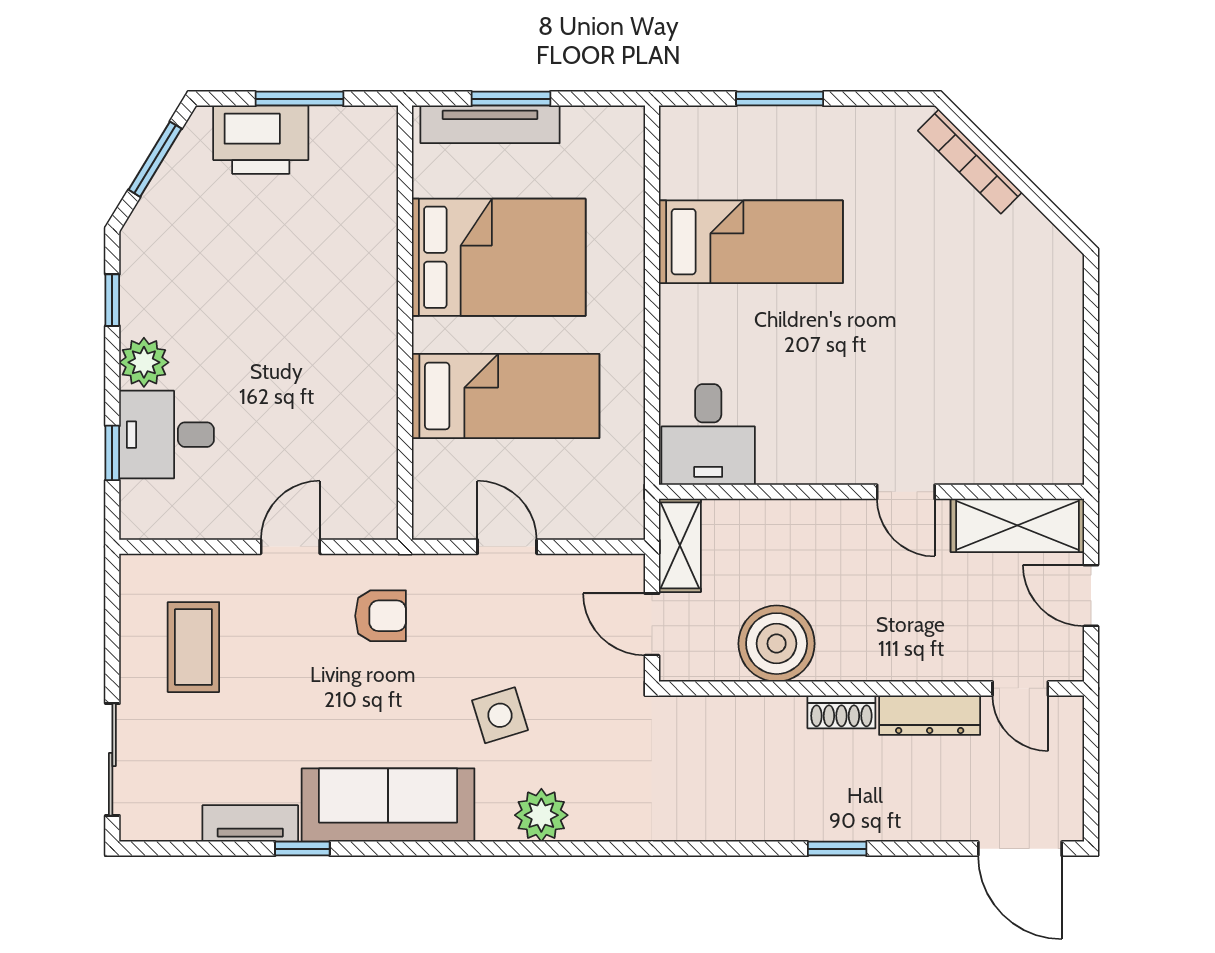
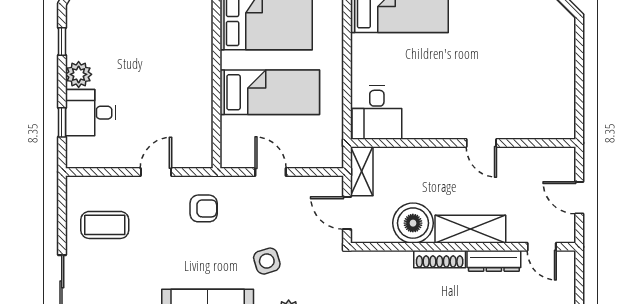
shelving: (1017, 525) -> (470, 229), moved
coffee table: (193, 647) -> (105, 225), turned 90
shoe rack: (841, 712) -> (440, 259), width x1.43

